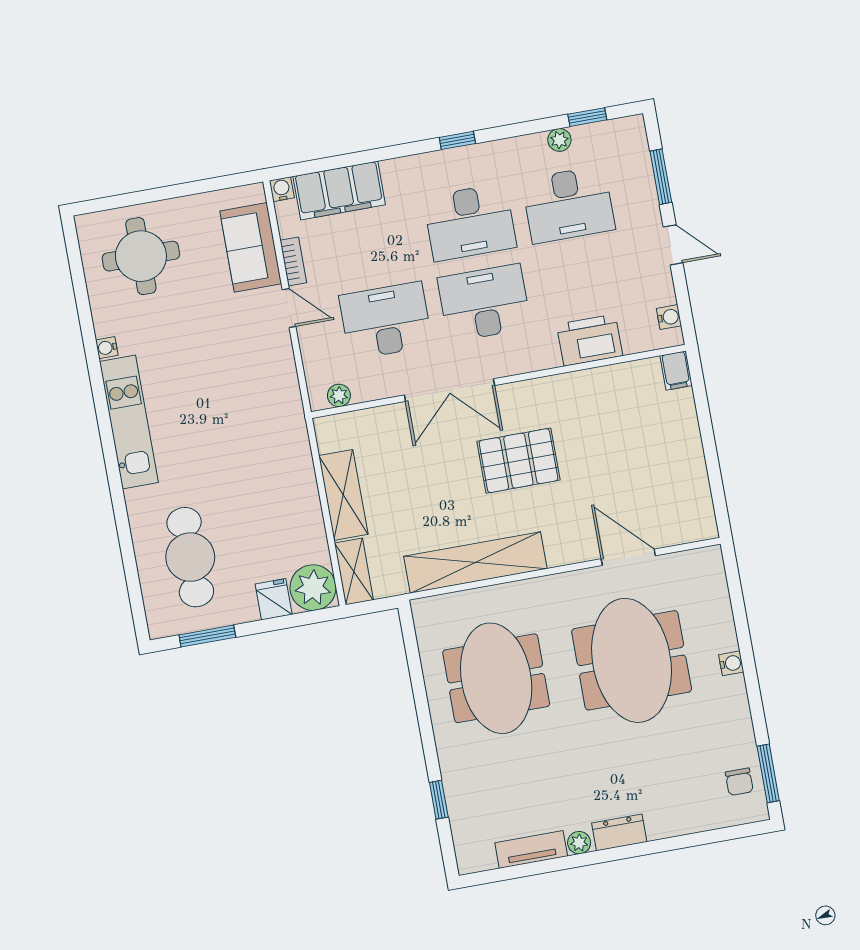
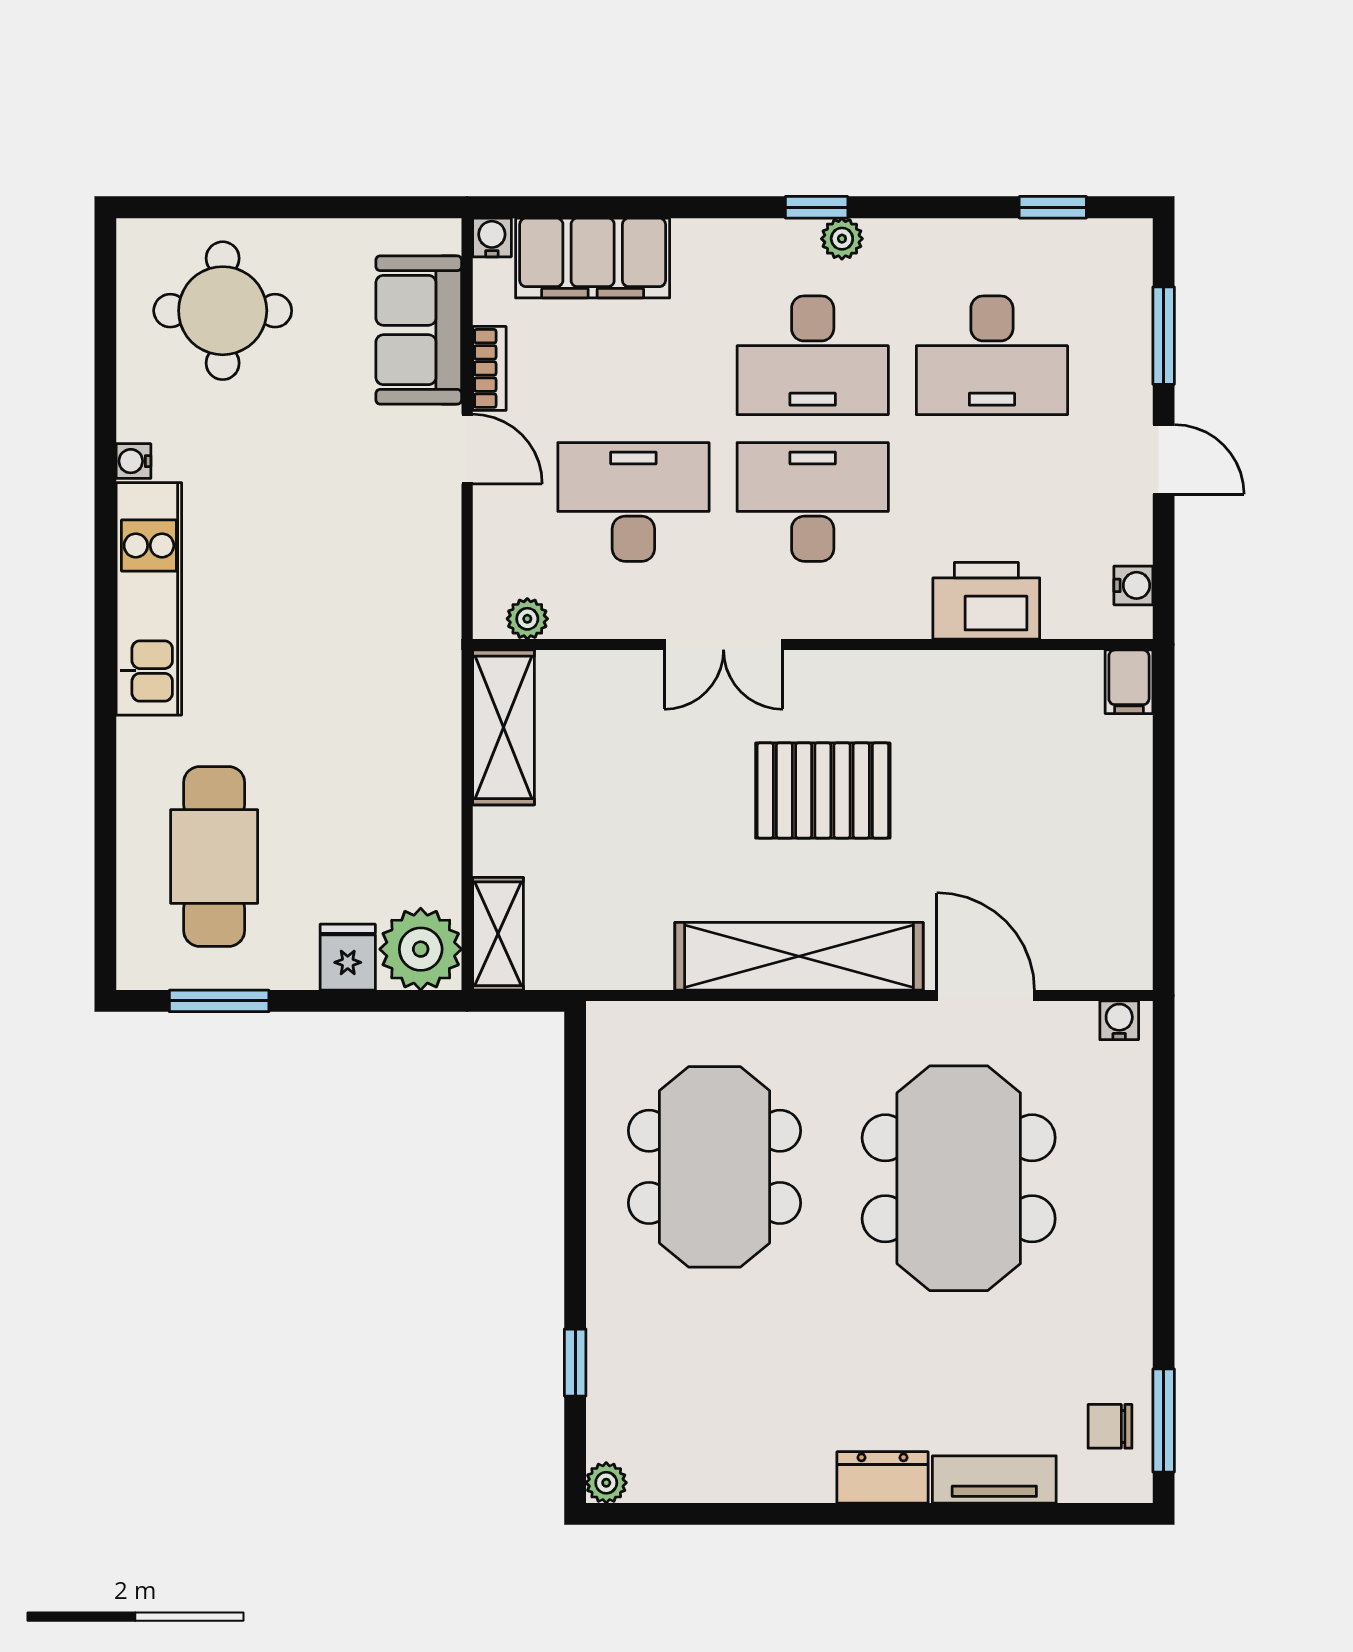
plant: (559, 140) -> (842, 239), moved
double door: (449, 390) -> (724, 645), width x0.73
shelving: (343, 495) -> (503, 727), moved
shelving: (475, 562) -> (799, 956), moved
water cooler: (731, 663) -> (1119, 1020), moved, turned -90
chair: (739, 782) -> (1110, 1426), turned 90
plant: (579, 843) -> (606, 1483), moved
tv unit: (531, 849) -> (994, 1479), moved

